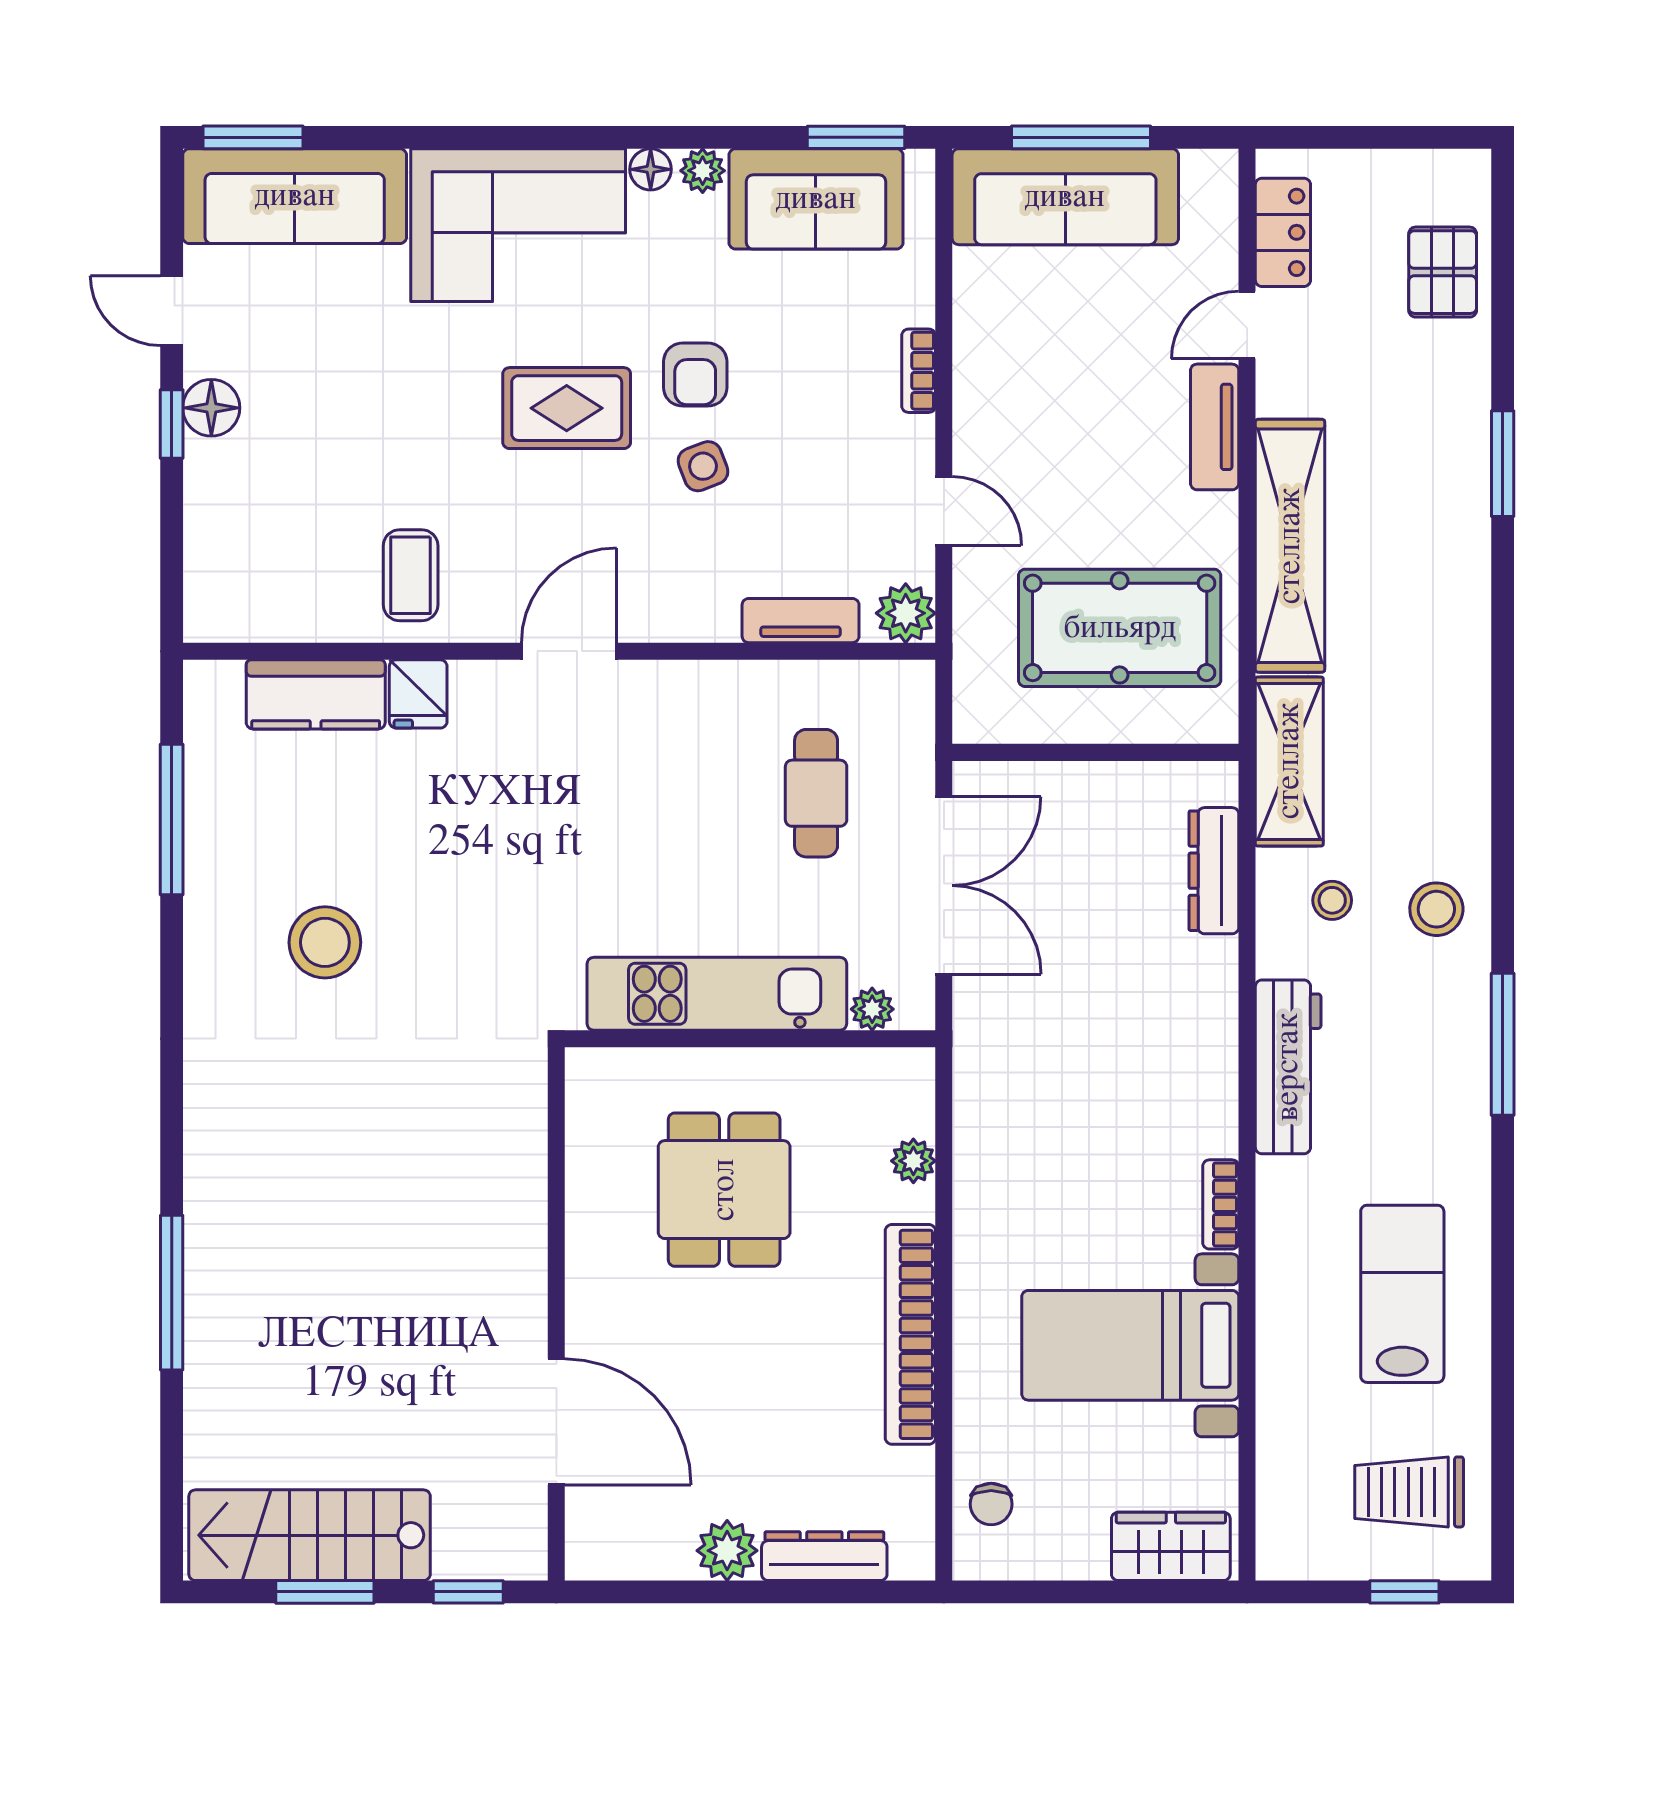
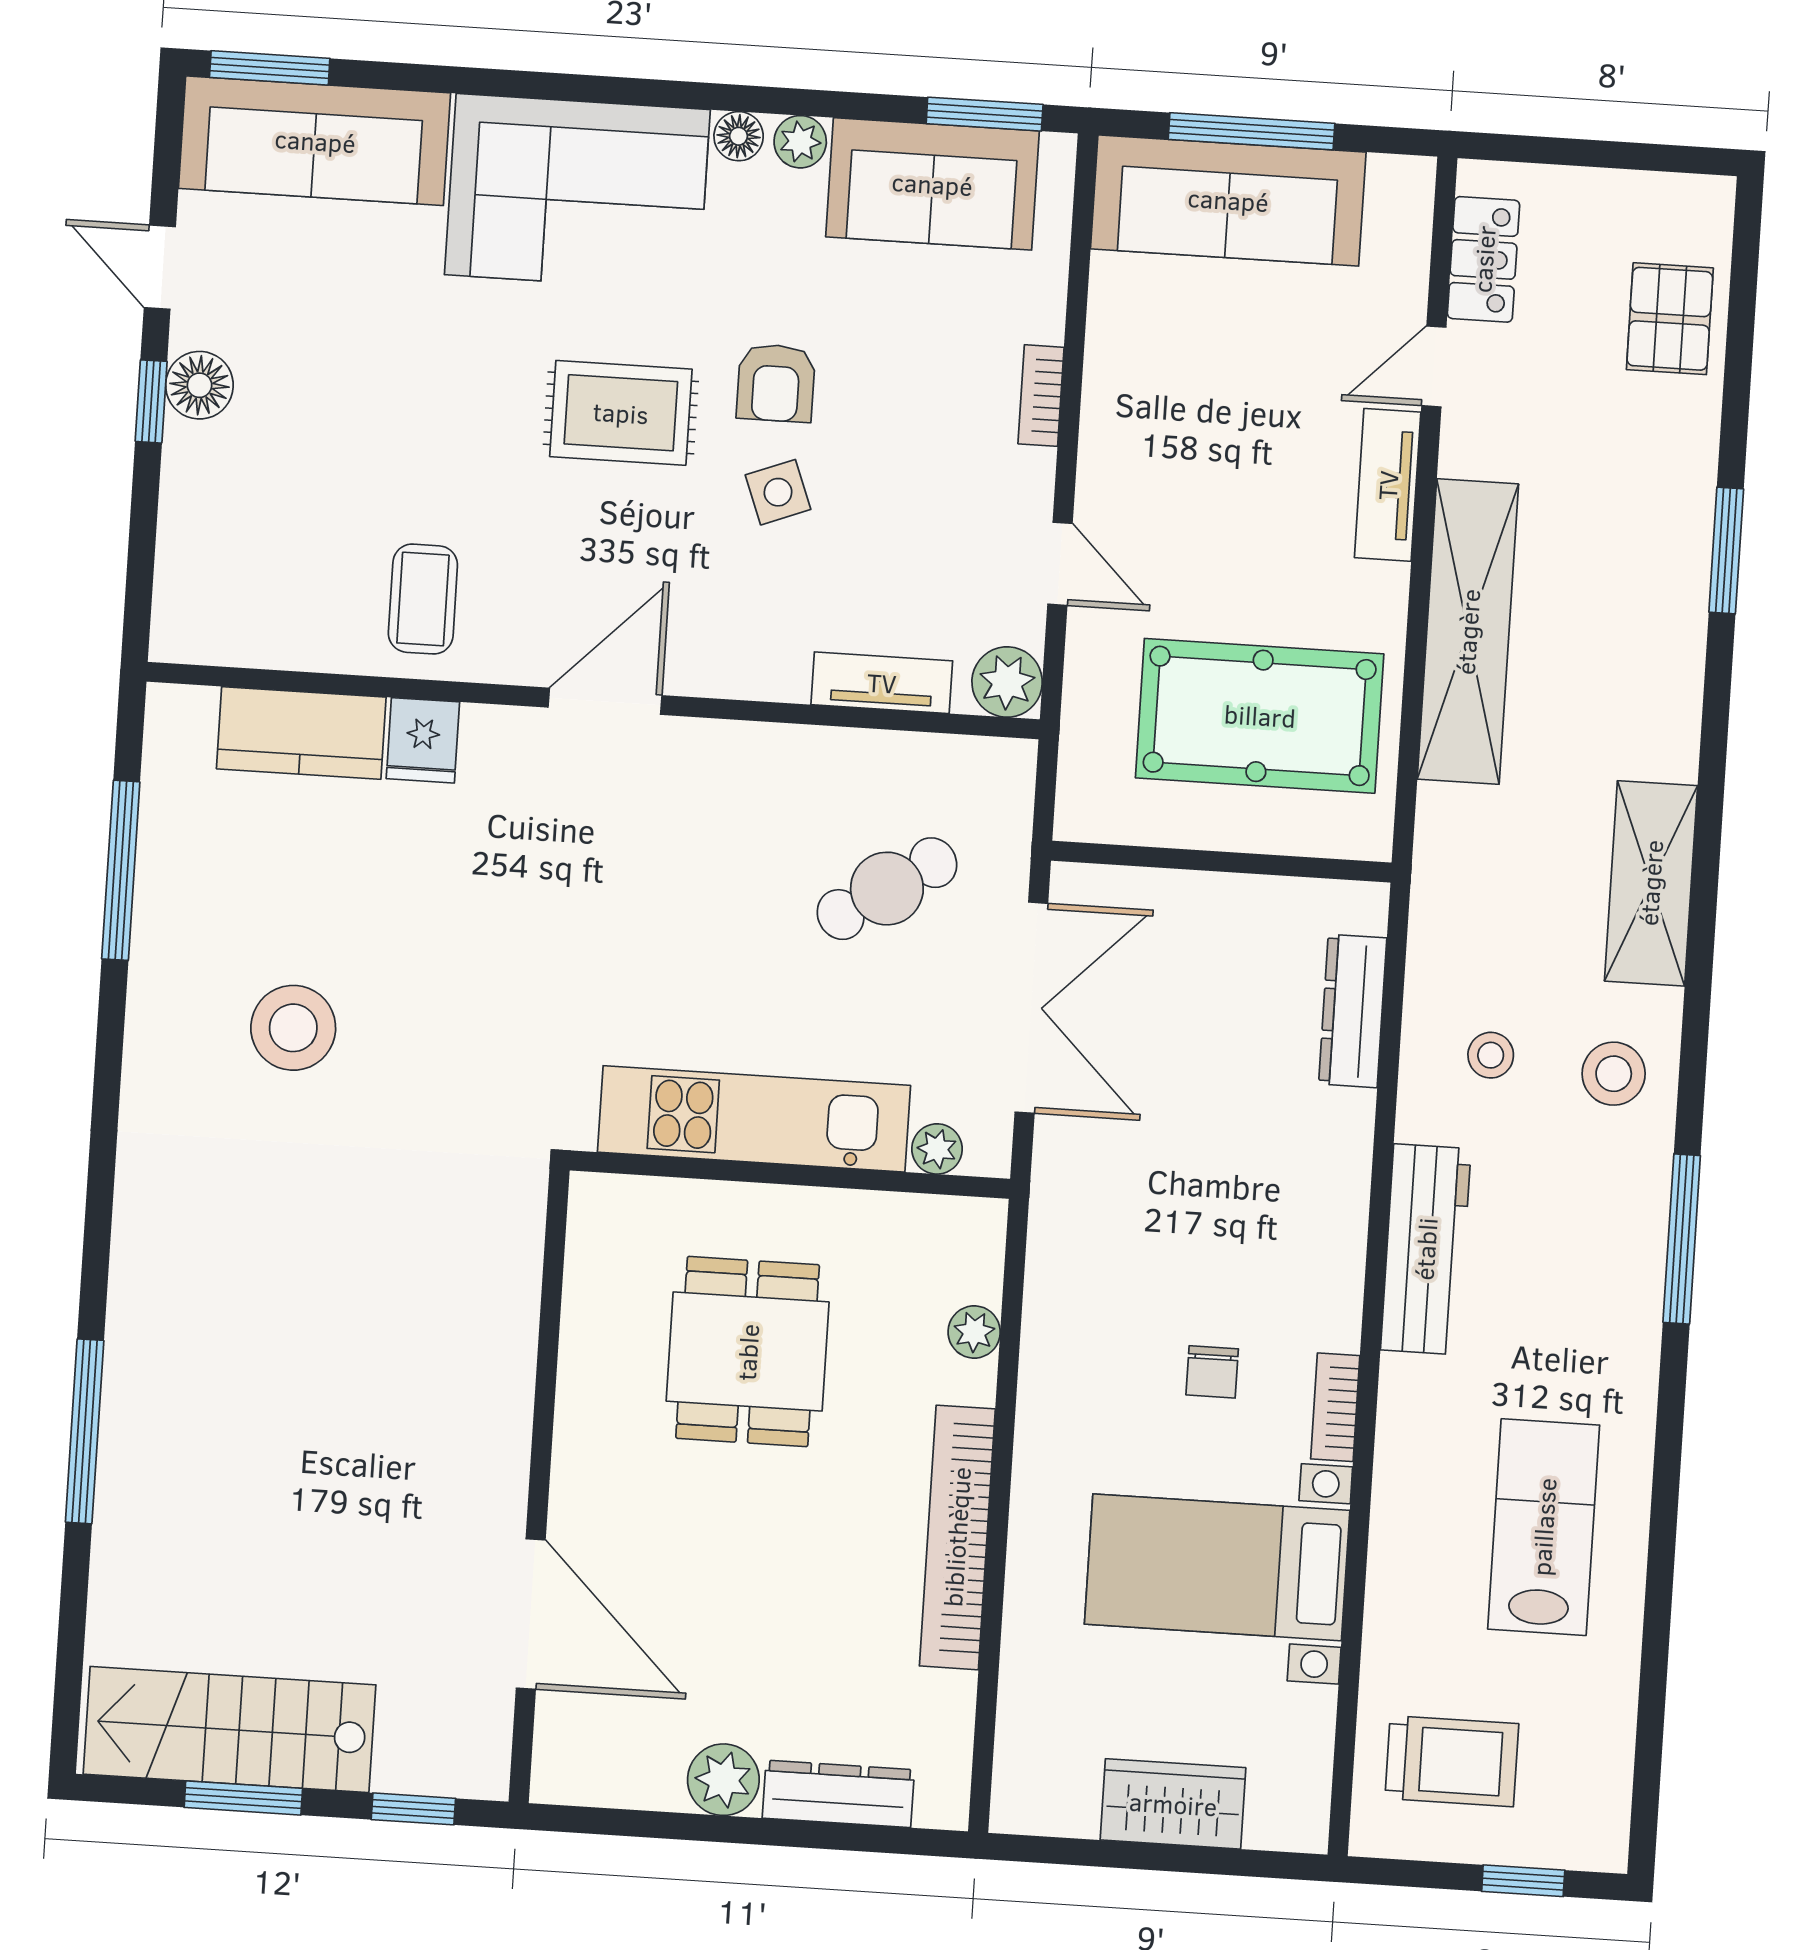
shelving: (1289, 761) -> (1651, 883), moved
cafe table: (816, 793) -> (887, 889), turned 57
trolley: (1409, 1492) -> (1452, 1761), moved, turned 180
chair: (991, 1504) -> (1212, 1372), moved
wardrobe: (1171, 1546) -> (1173, 1804), moved

